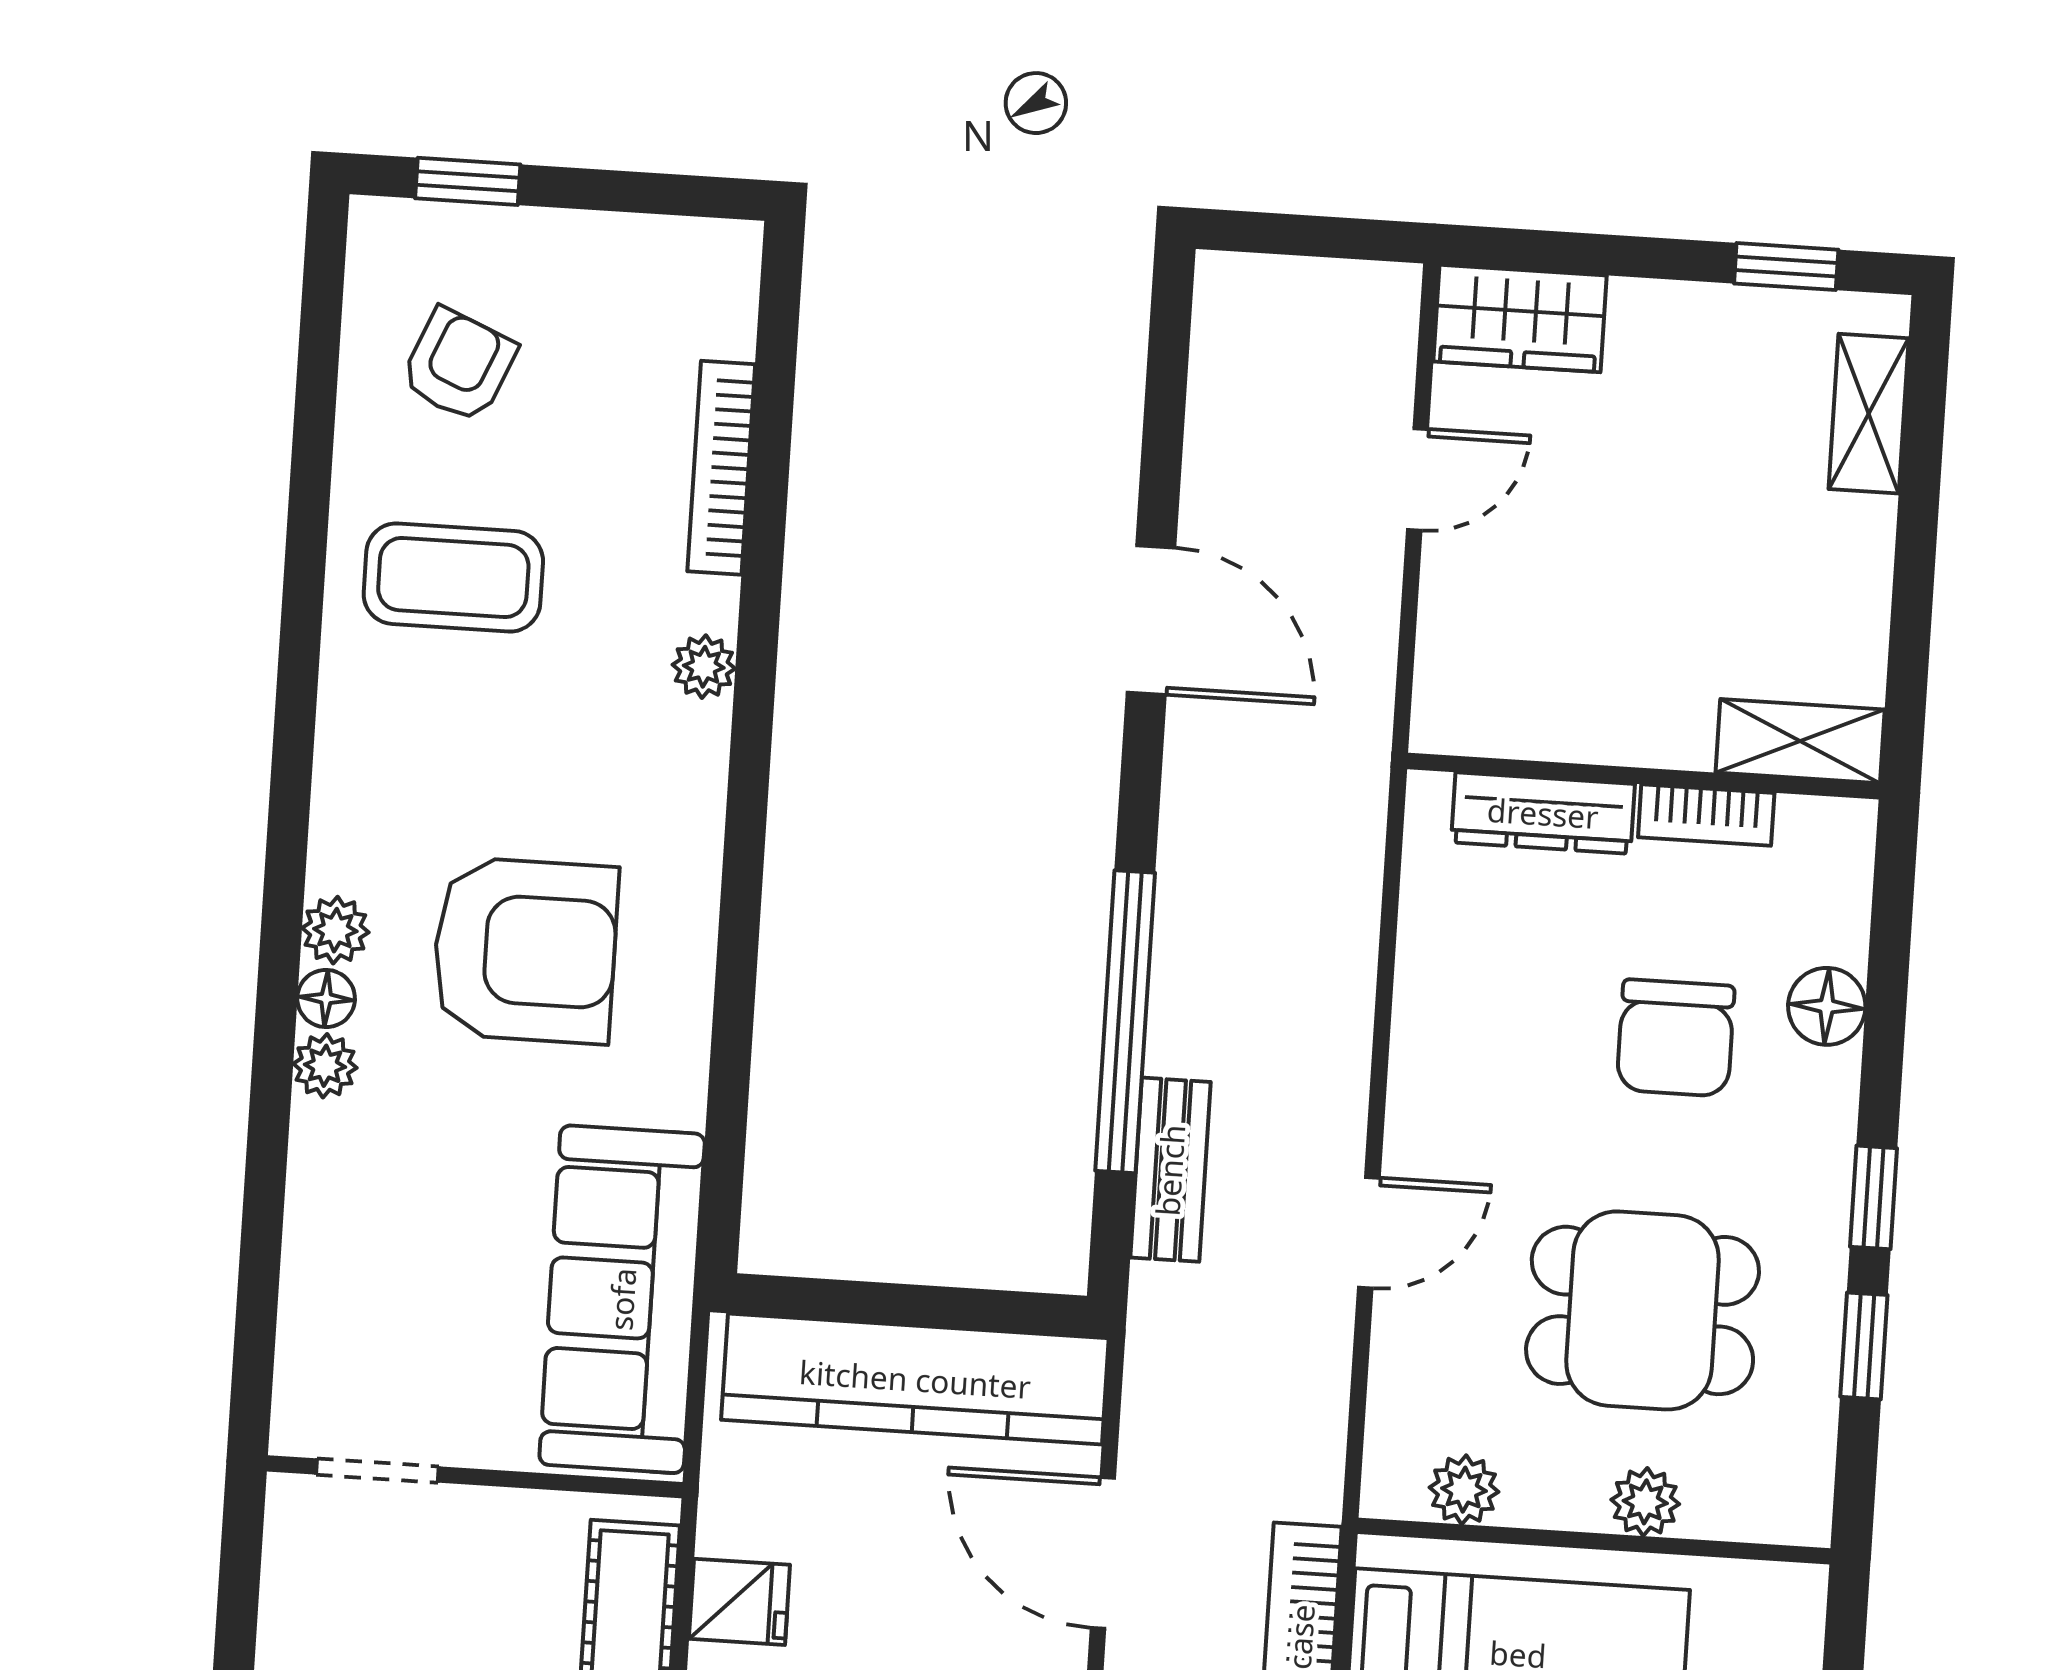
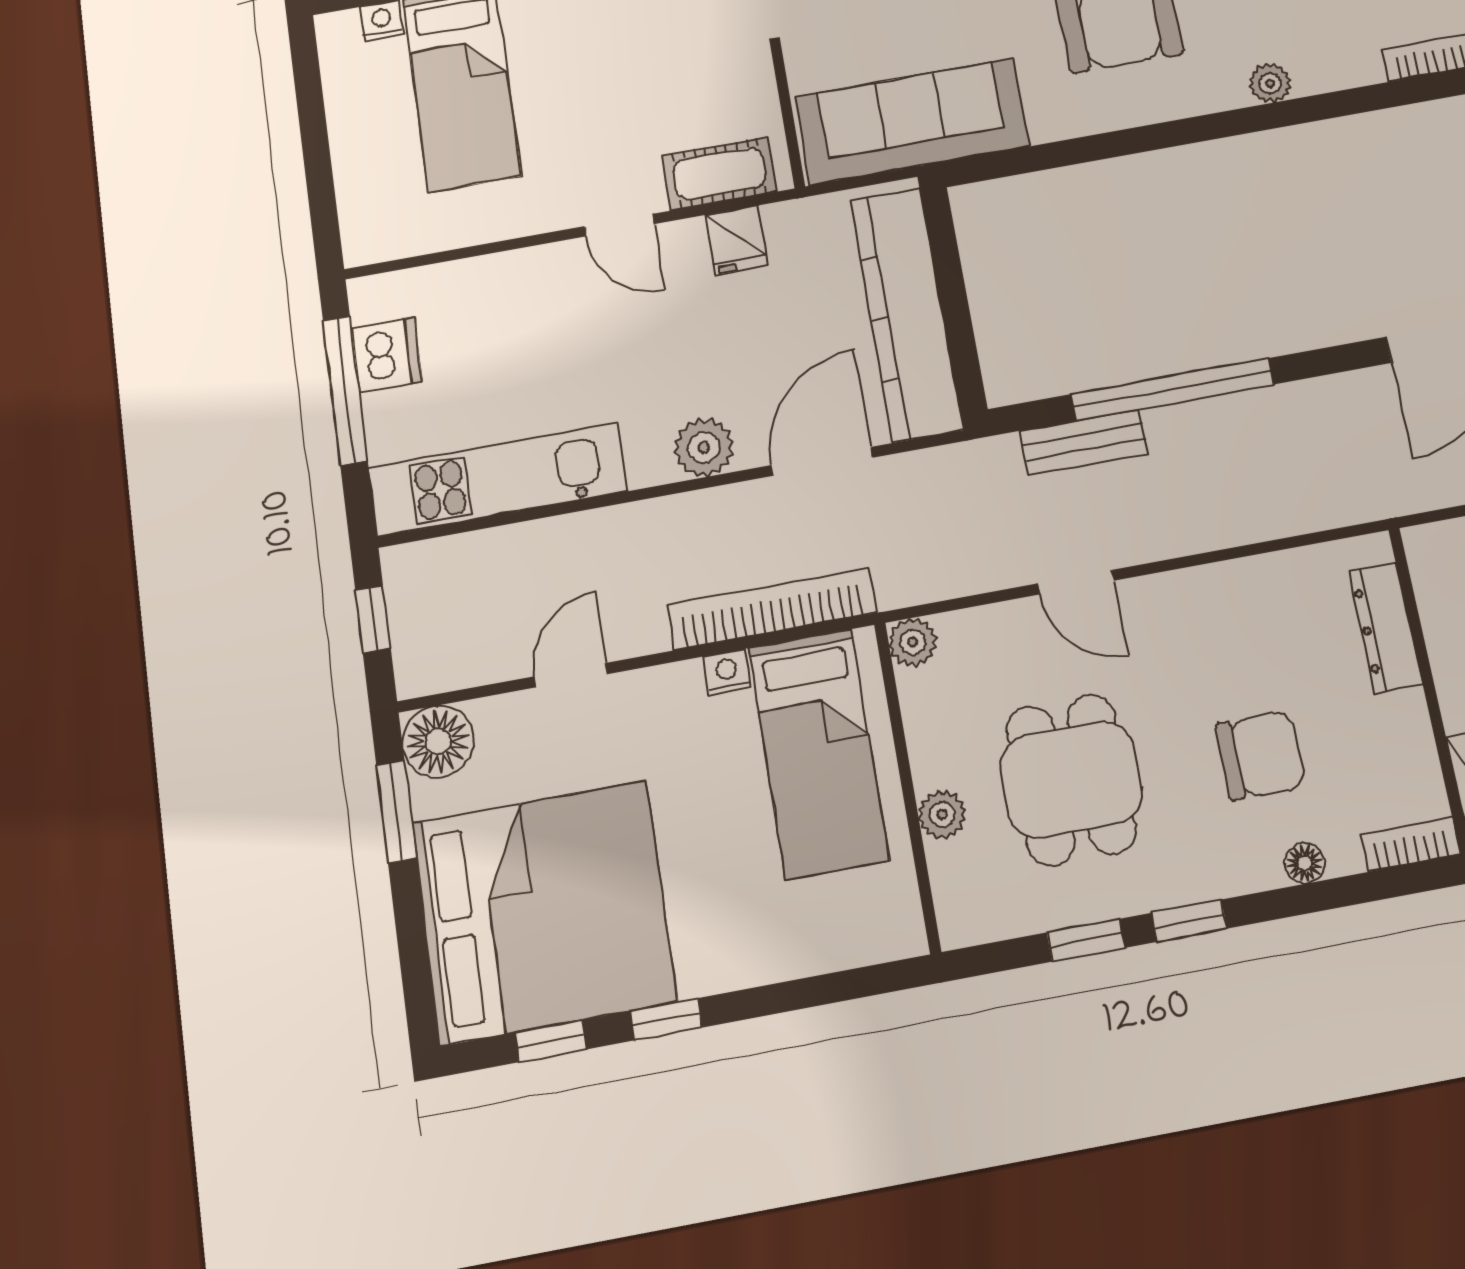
plant: (704, 667) -> (1270, 83), moved
bookcase: (1706, 815) -> (1411, 844), moved, turned 90
floor lamp: (1827, 1006) -> (1305, 863), width x0.73, depth x0.73
chair: (1676, 1038) -> (1261, 755), turned 180
plant: (1464, 1490) -> (913, 642), moved

